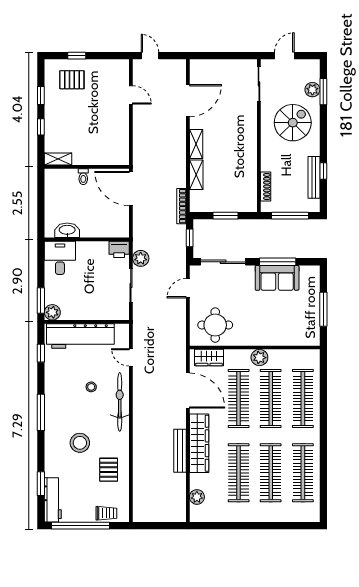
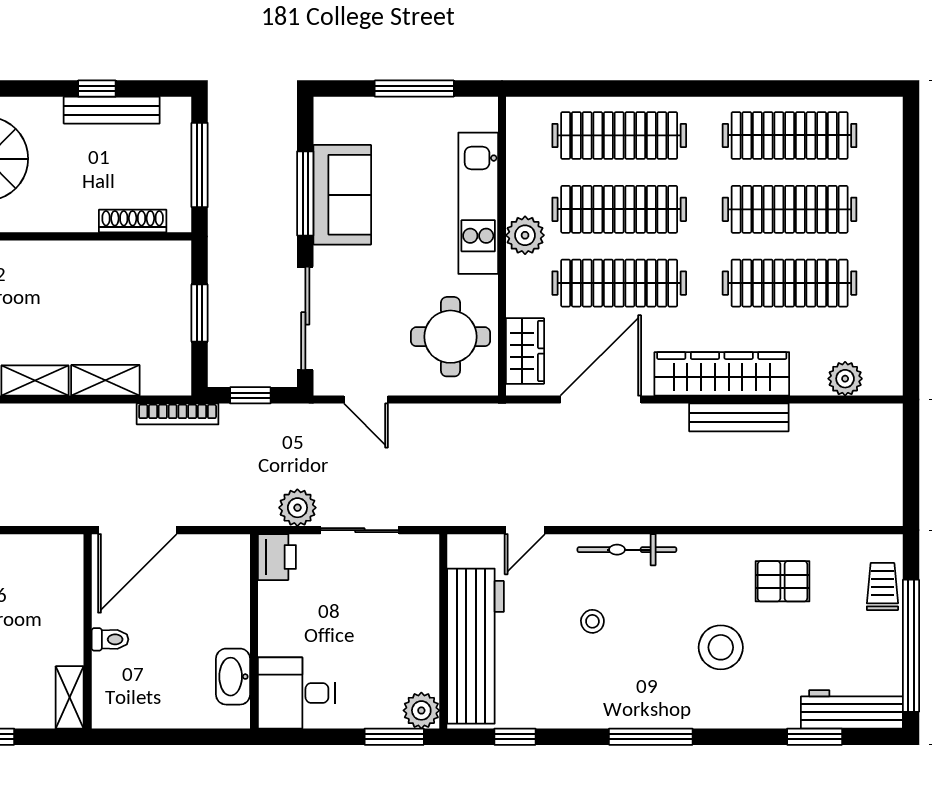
kitchen unit: (273, 337) -> (478, 203), added
bicycle: (120, 402) -> (627, 550), width x0.73, depth x0.71

